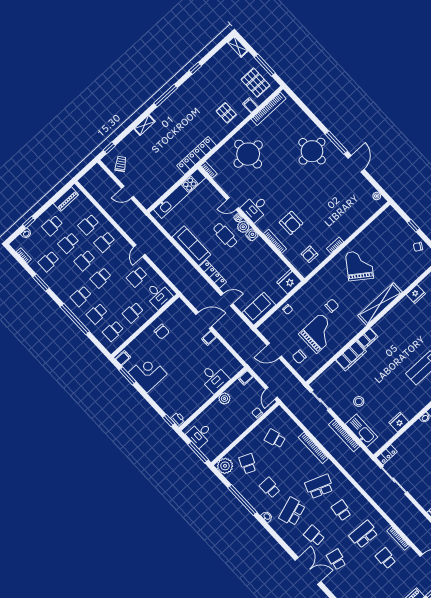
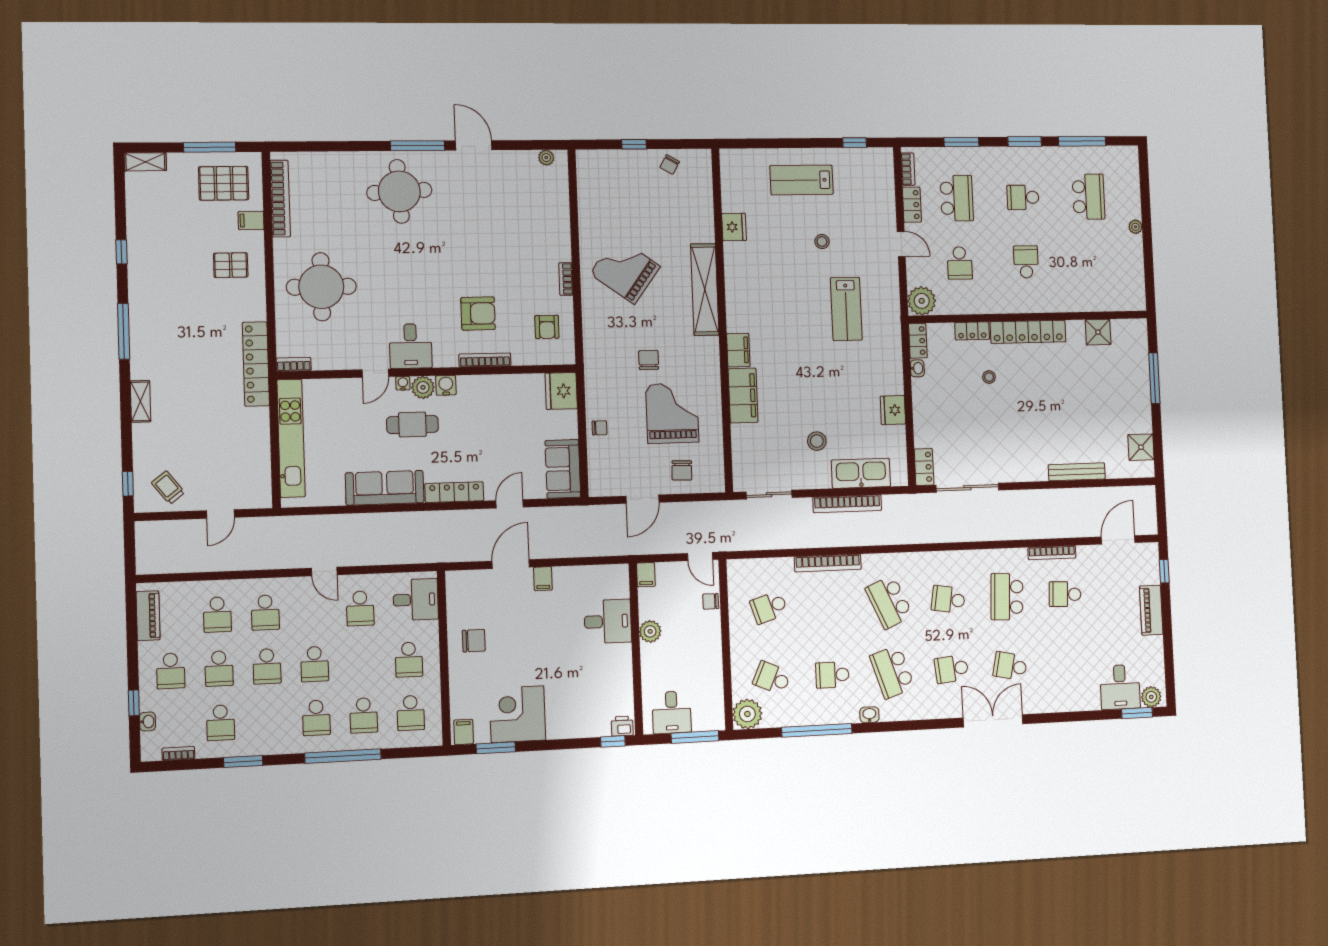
school desk: (319, 486) -> (889, 602), turned -45

